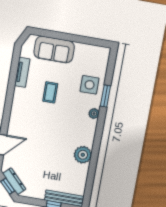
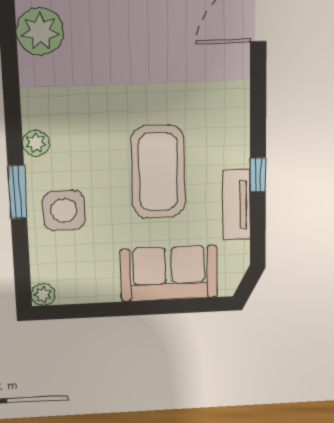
plant: (106, 52) -> (43, 295), added
window: (12, 83) -> (258, 175), added
coffee table: (50, 92) -> (158, 172), width x1.86, depth x1.72

